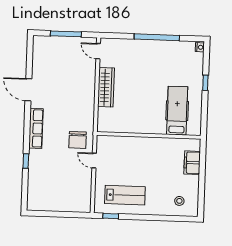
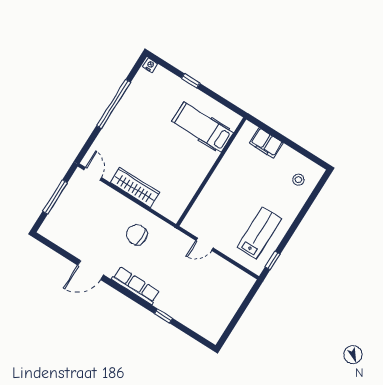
door: (98, 51) -> (93, 174), swing flipped
chair: (78, 140) -> (137, 235), moved, turned 180

